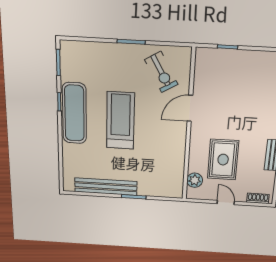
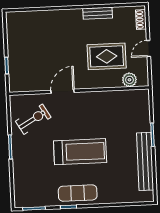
door: (190, 108) -> (62, 91), swing flipped
exercise mat: (74, 113) -> (78, 193), width x0.73, depth x0.69
treadmill: (120, 121) -> (80, 152), turned 180

